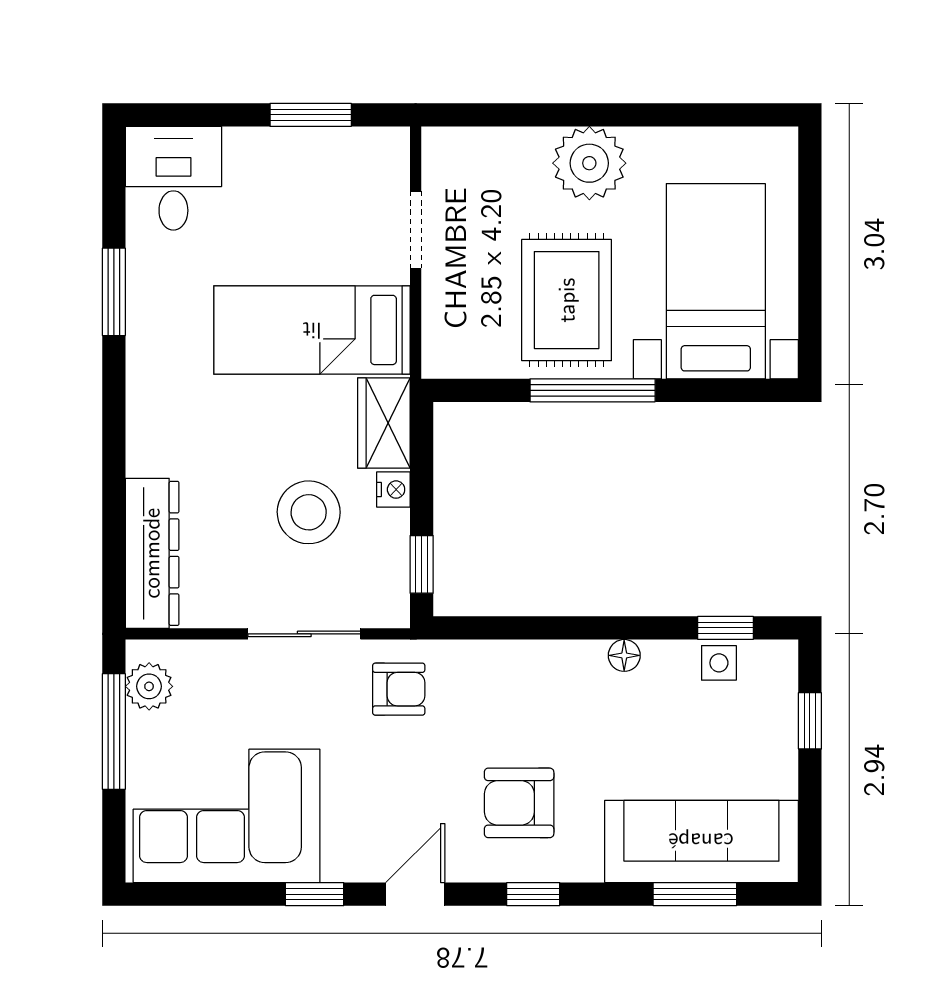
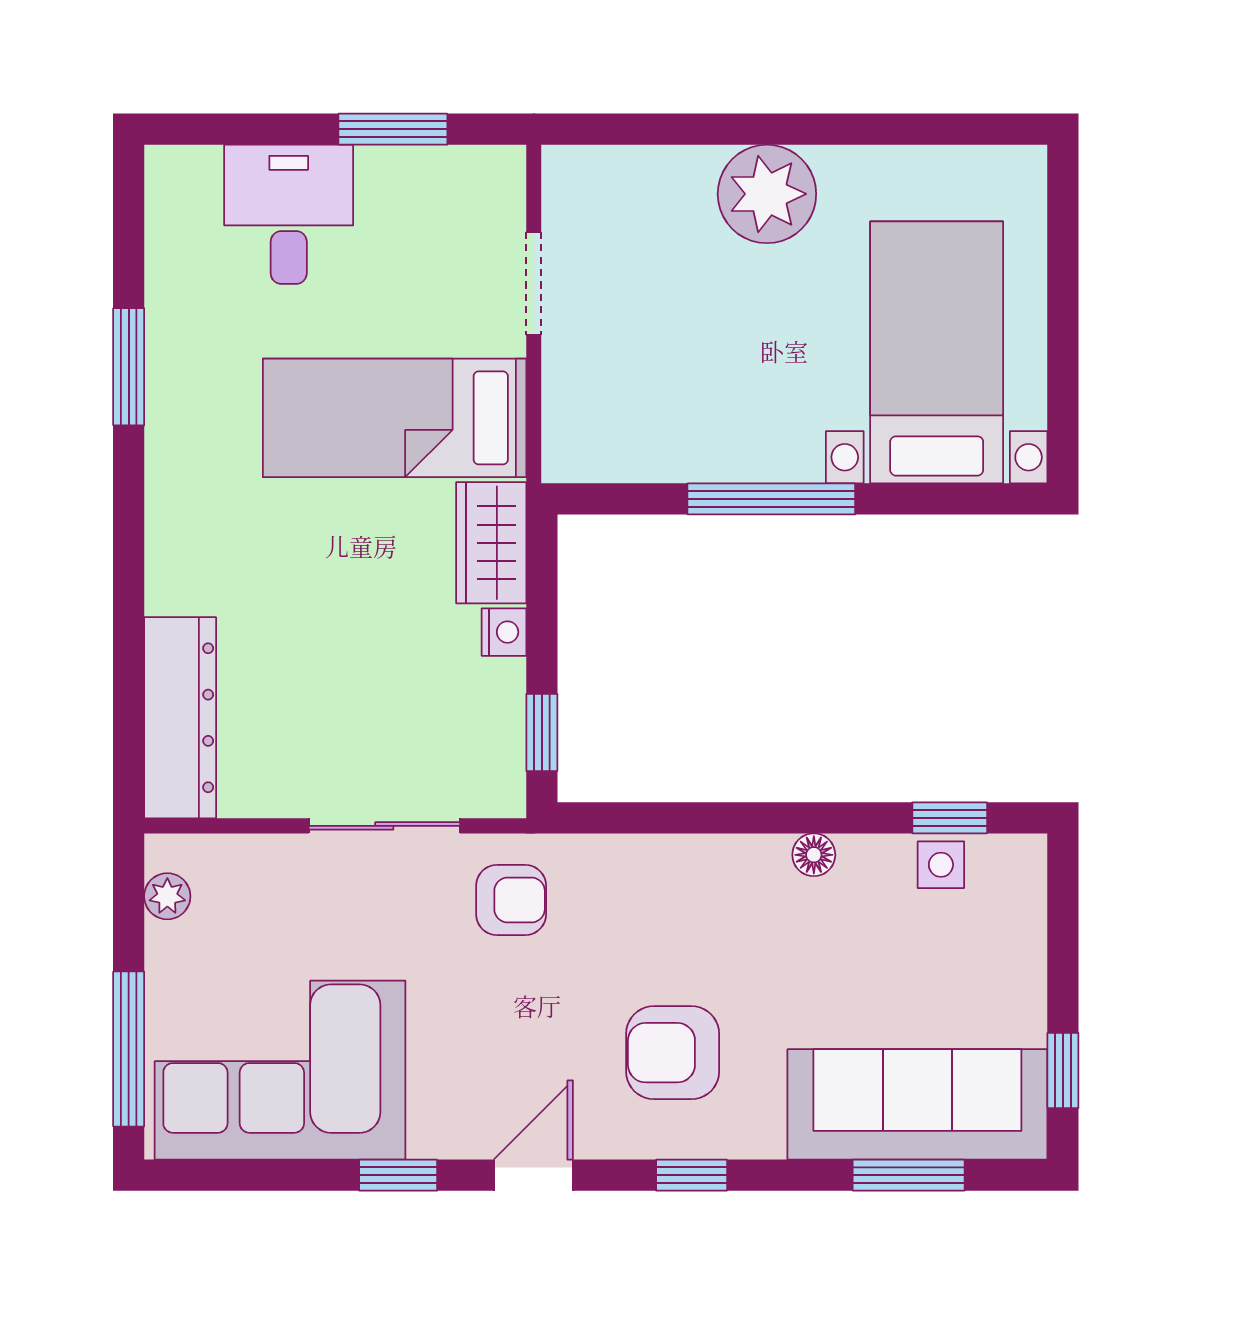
desk: (173, 178) -> (289, 214), moved
rug: (567, 300) -> (736, 378), removed
stool: (309, 512) -> (390, 663), removed
plant: (149, 686) -> (167, 896), width x0.73, depth x0.73
window: (810, 721) -> (1063, 1071), moved
window: (114, 731) -> (129, 1049), moved

